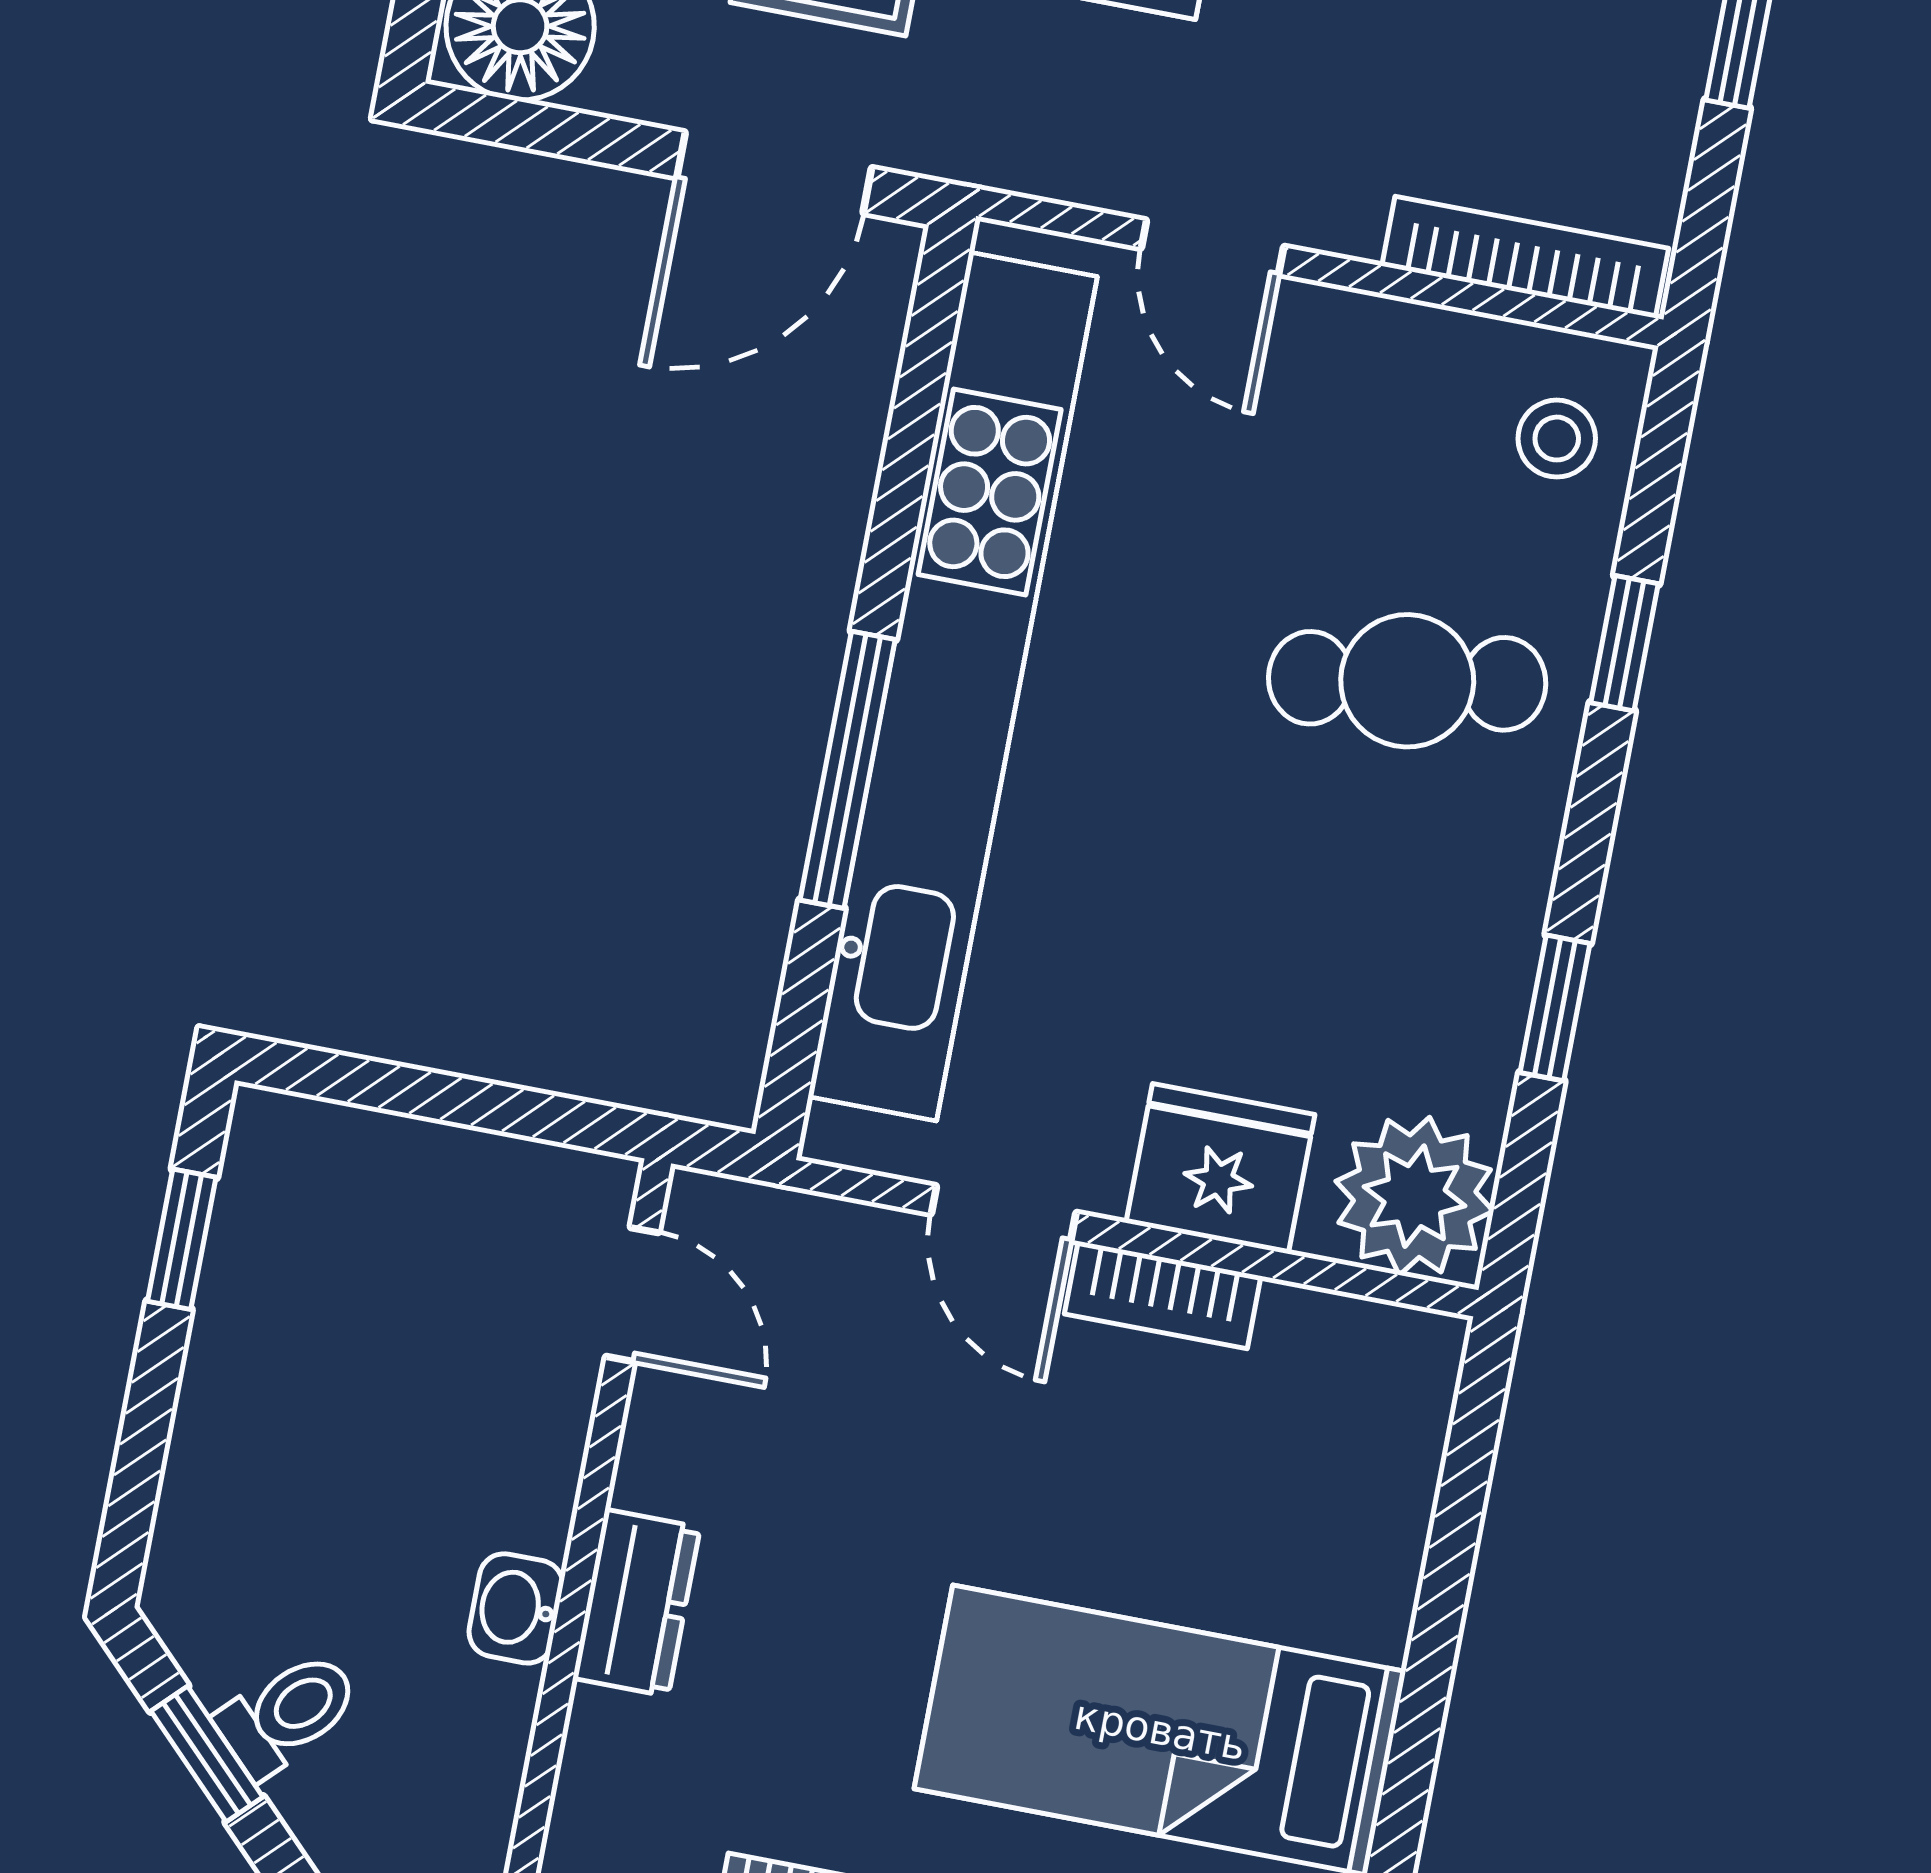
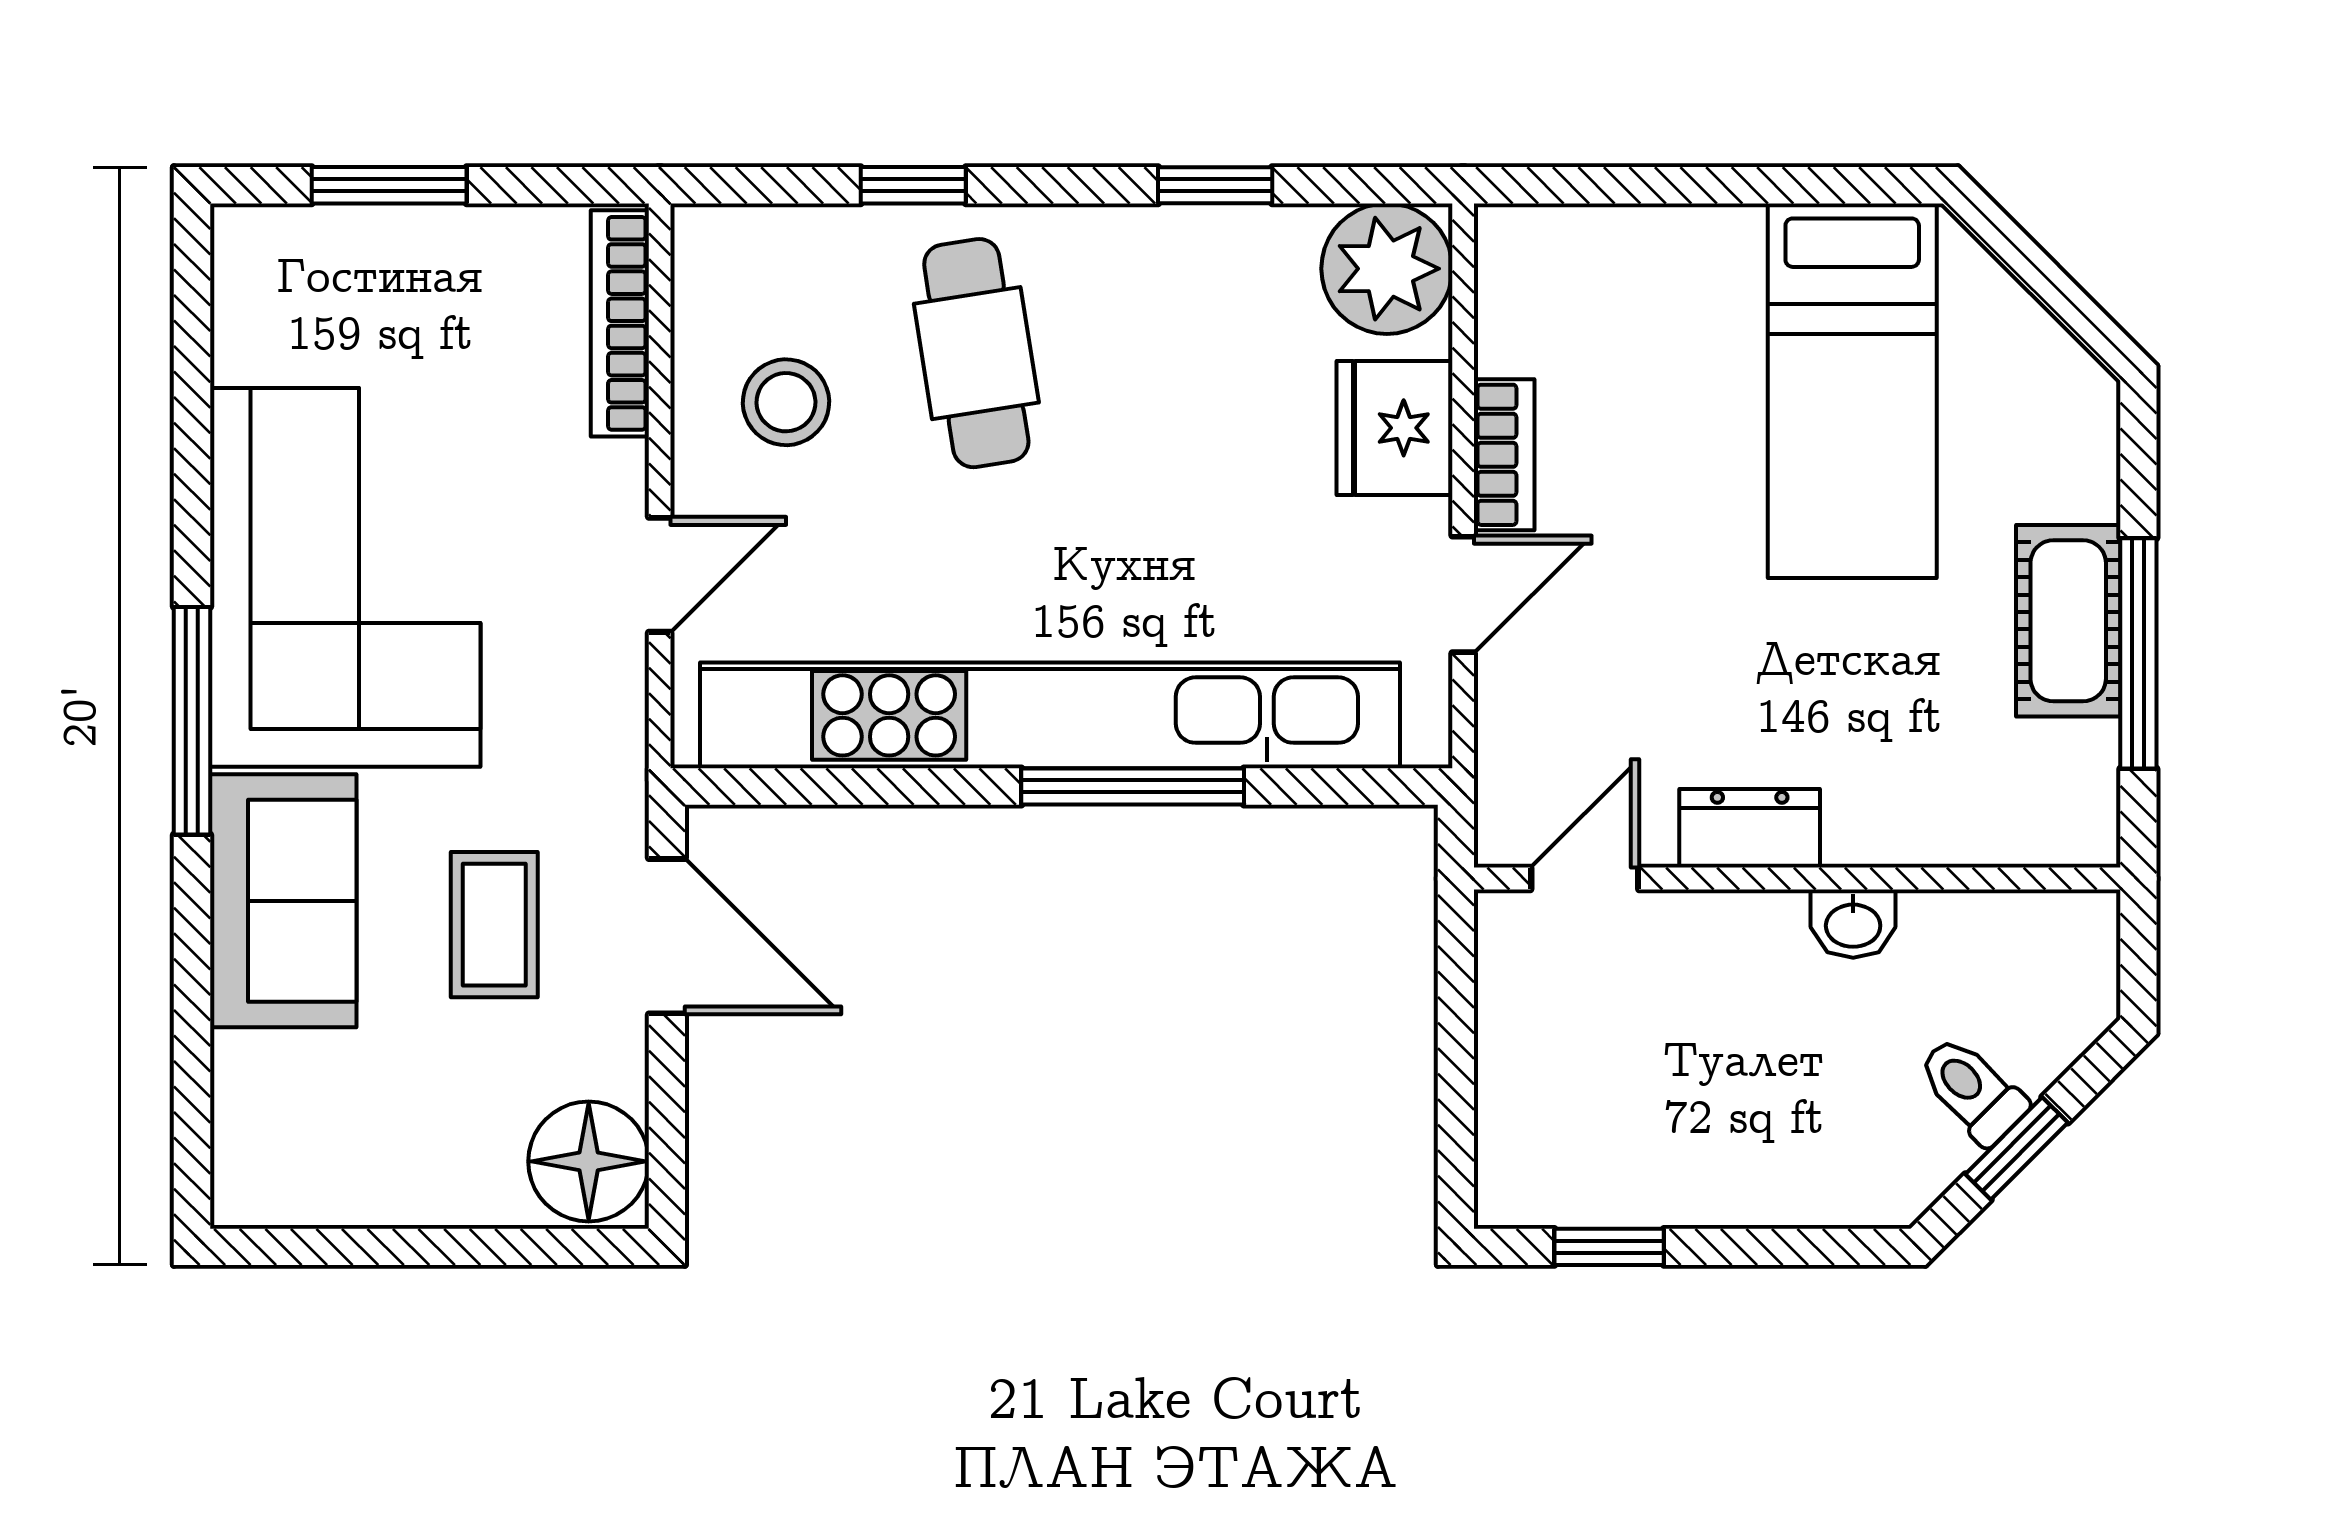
stool: (1557, 439) -> (786, 402), moved, width x1.37, depth x1.37
dresser: (637, 1603) -> (1750, 828), moved

